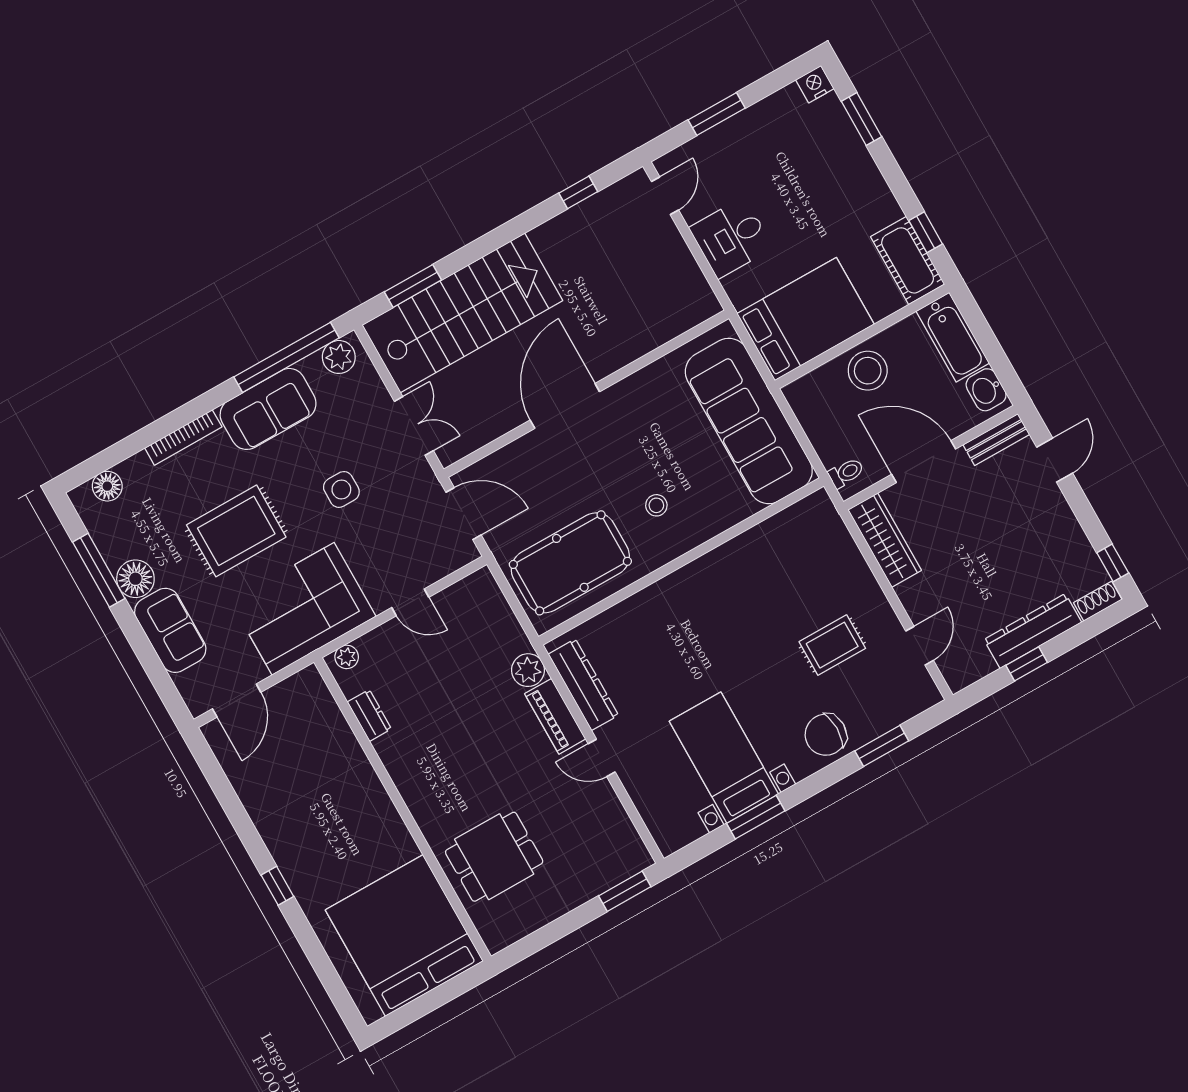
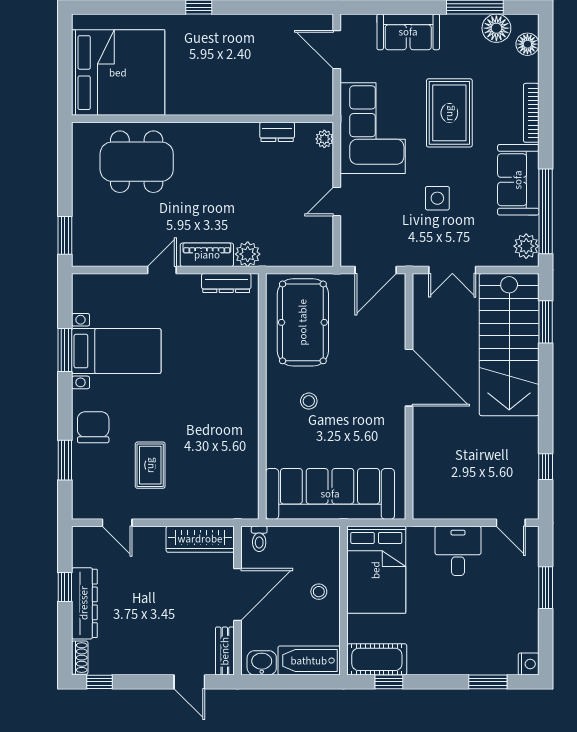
stool: (868, 371) -> (319, 592), width x0.53, depth x0.53
floor lamp: (135, 579) -> (496, 28), moved
dresser: (583, 685) -> (226, 283), width x0.73, depth x0.80
dining table: (494, 857) -> (137, 162), width x1.38

